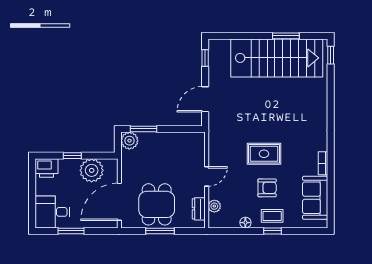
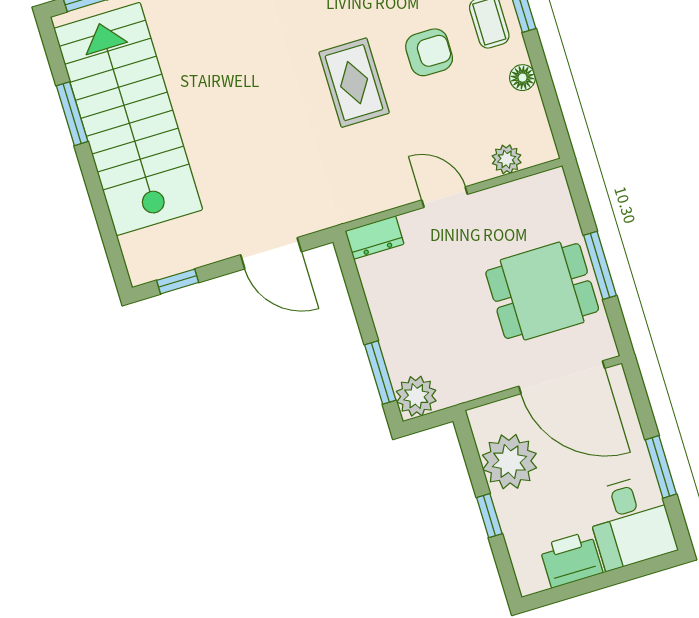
printer: (47, 168) -> (571, 559), moved, turned -90
armchair: (267, 188) -> (429, 52), turned 90
dresser: (199, 209) -> (375, 238), moved

